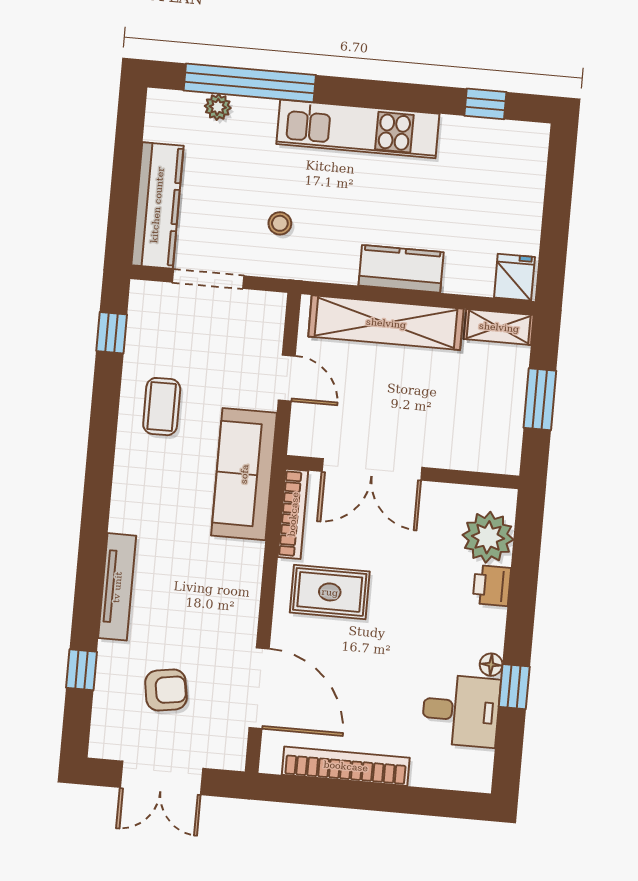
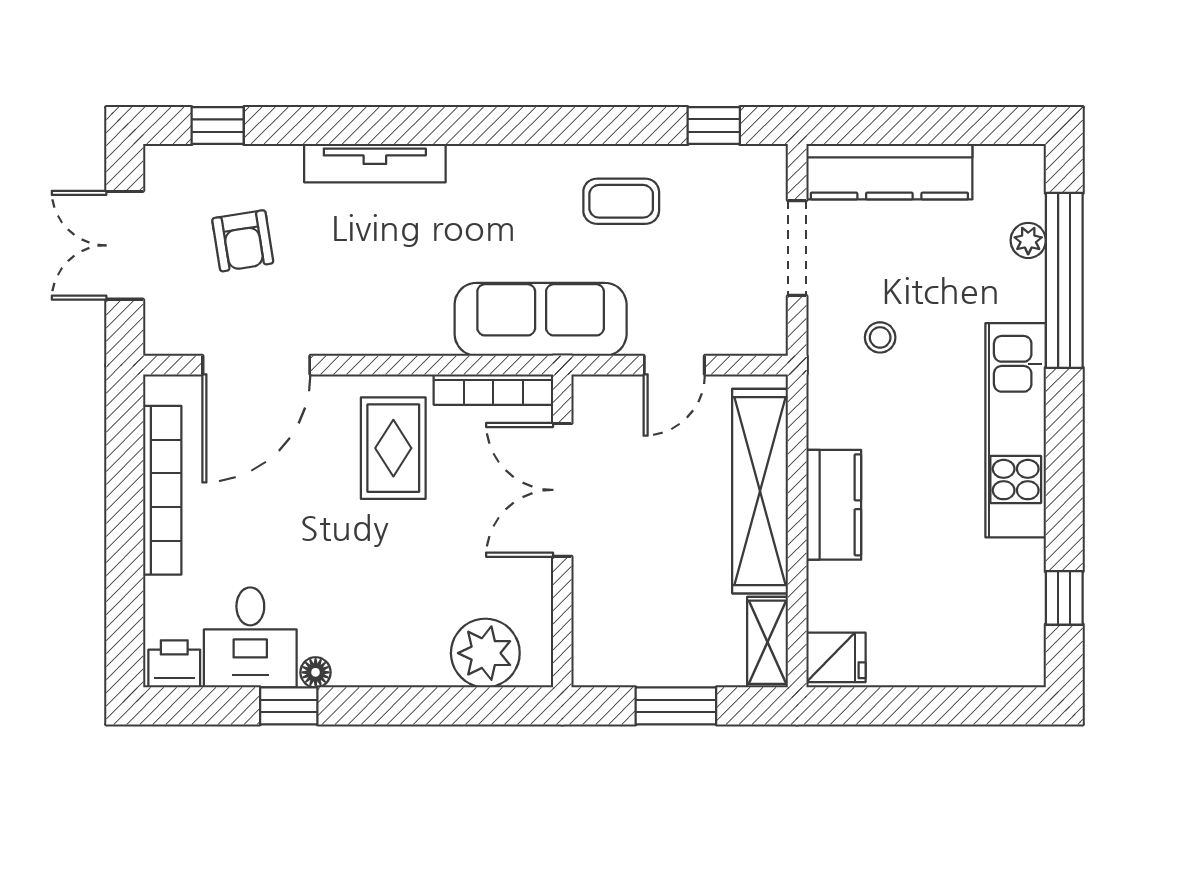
printer: (492, 585) -> (174, 664), moved
window: (82, 670) -> (218, 126), moved

